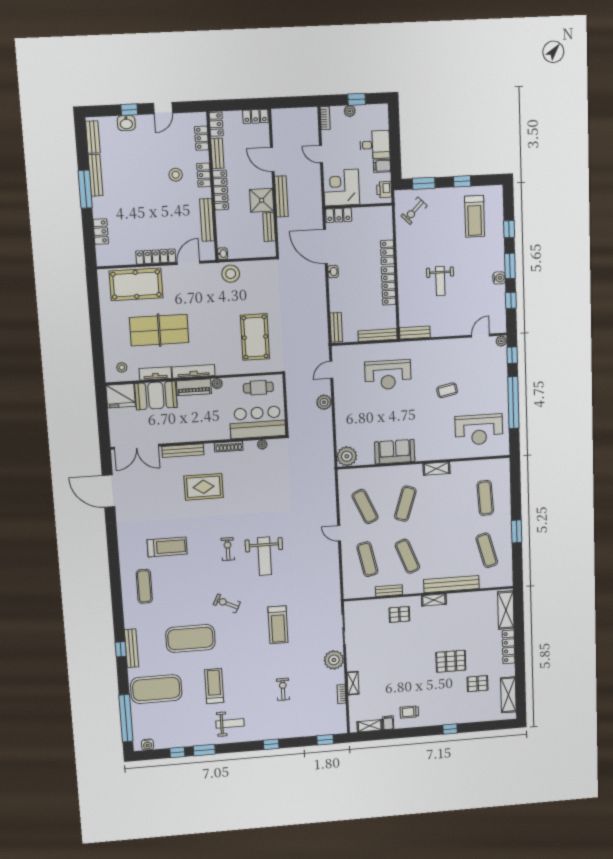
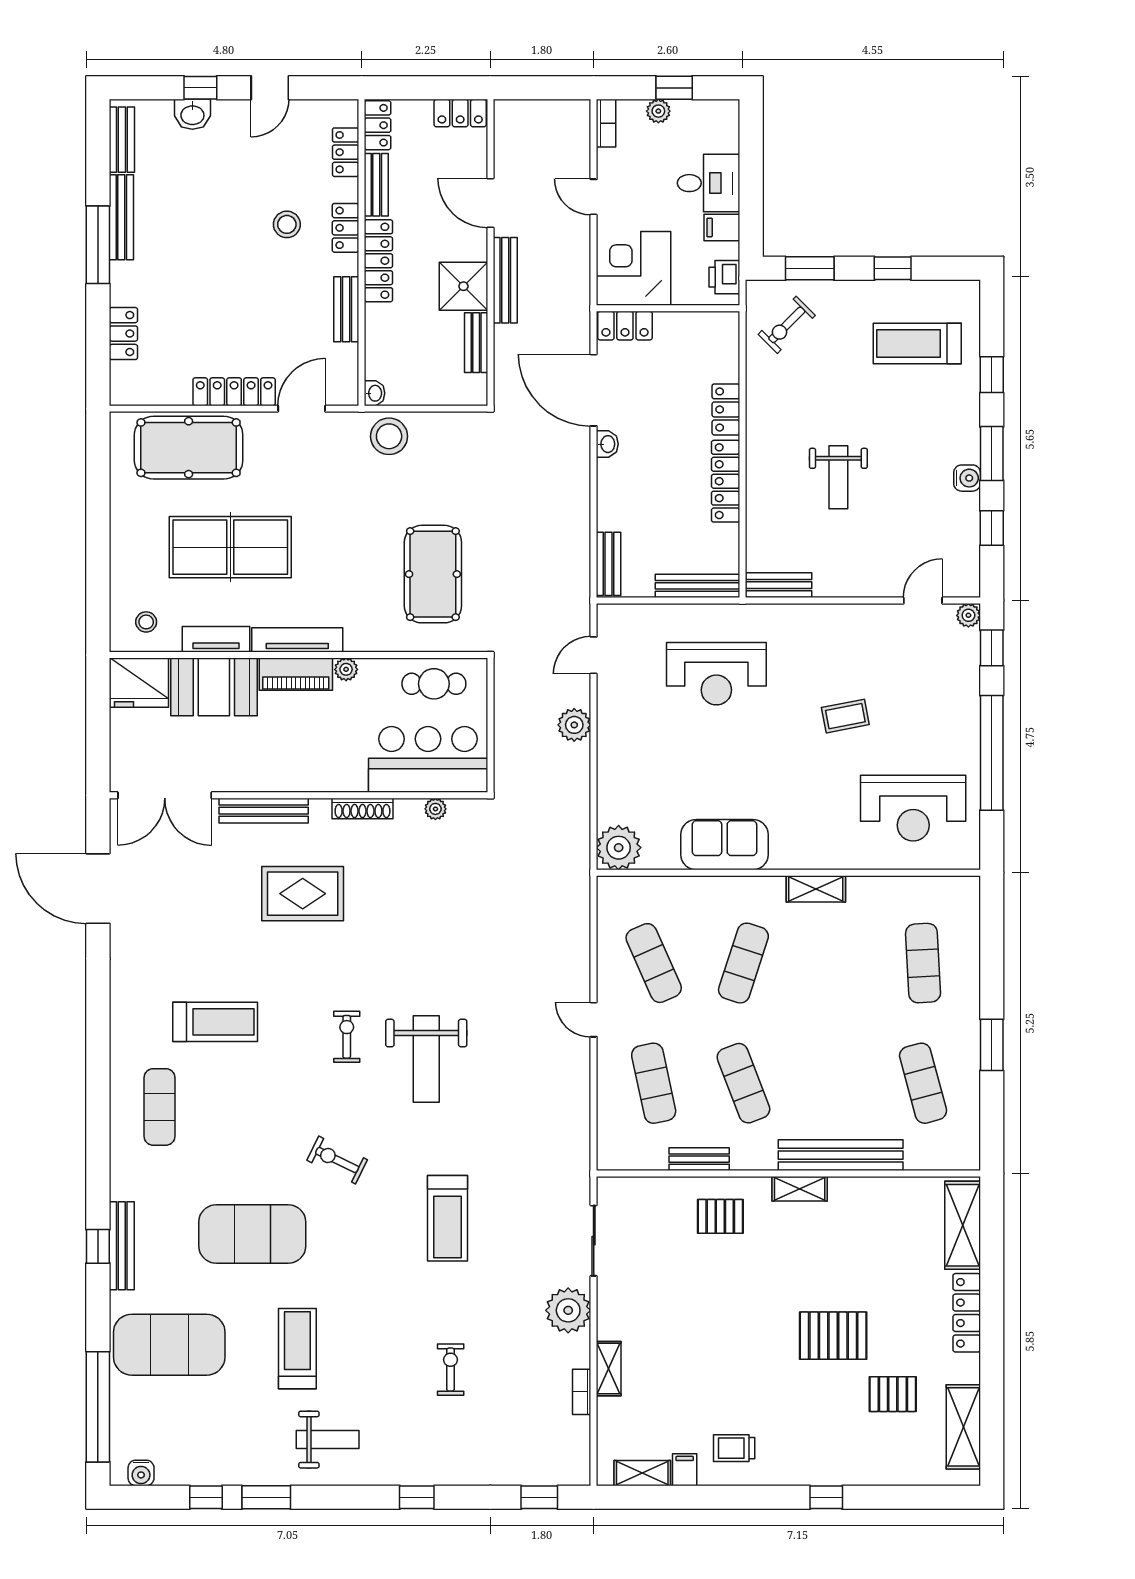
treadmill: (475, 216) -> (917, 343), turned 90
bench: (207, 220) -> (346, 309), width x0.73

